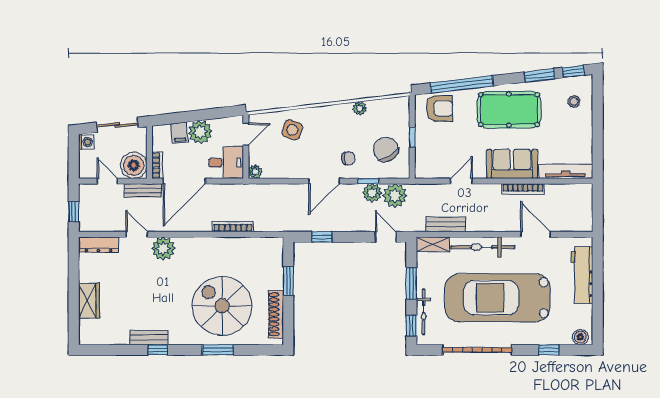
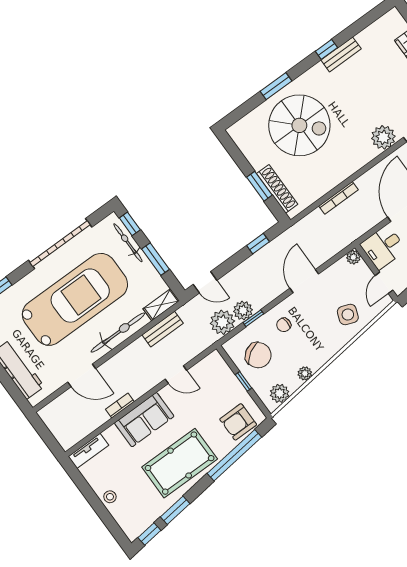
stool: (574, 102) -> (110, 497), moved
plant: (391, 107) -> (280, 393), added
tv unit: (566, 171) -> (88, 451), width x0.71
door: (324, 181) -> (304, 281), moved
door: (461, 181) -> (176, 375), hinge flipped
bookcase: (523, 189) -> (120, 405), width x0.64
shoe rack: (276, 314) -> (277, 189), moved

